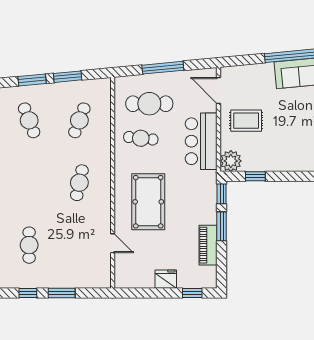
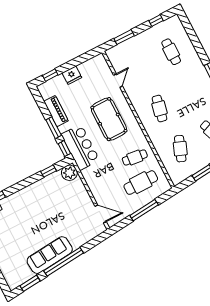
rug: (246, 121) -> (73, 204), removed
bar counter: (201, 141) -> (80, 147), moved
door: (113, 243) -> (118, 81), swing flipped
window: (62, 293) -> (124, 37), moved

